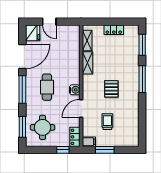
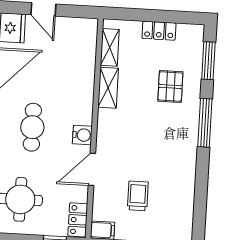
pallet: (111, 89) -> (170, 86), moved

